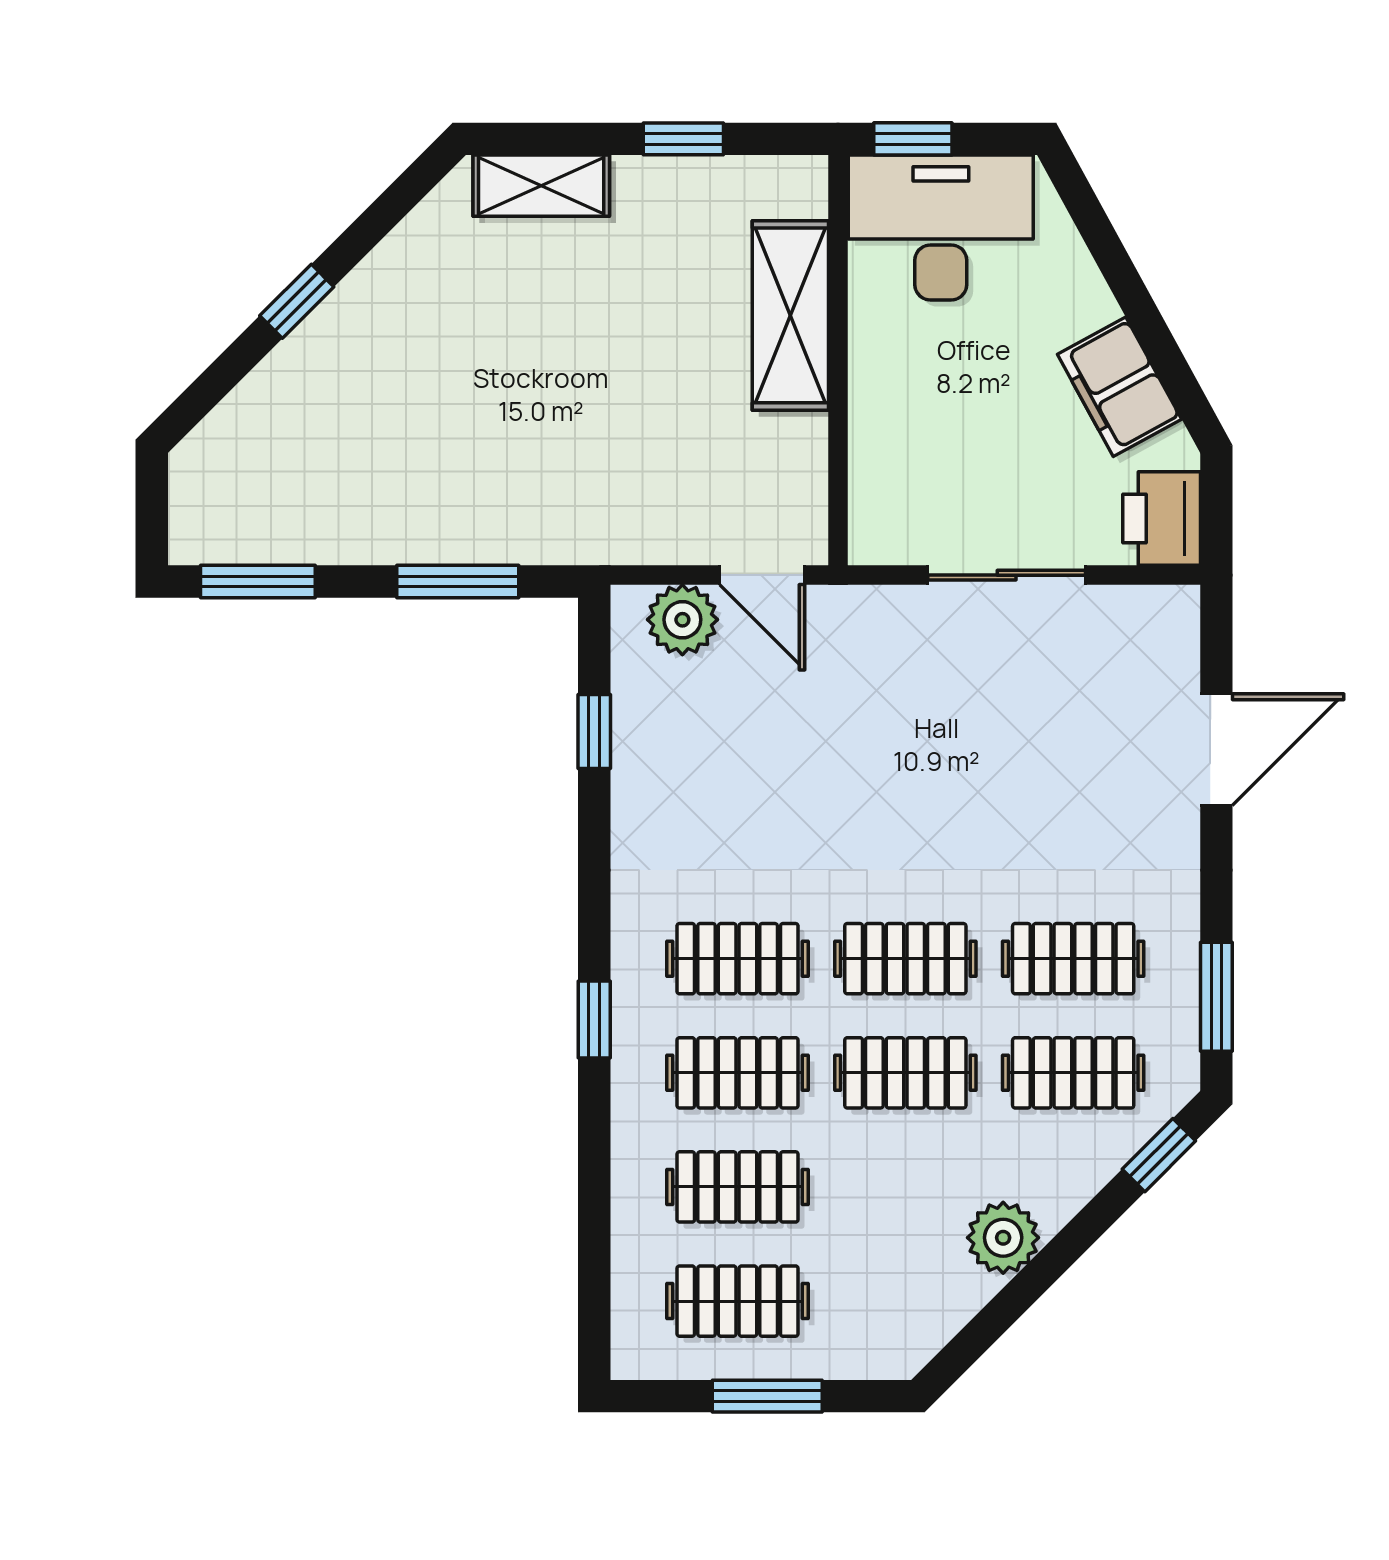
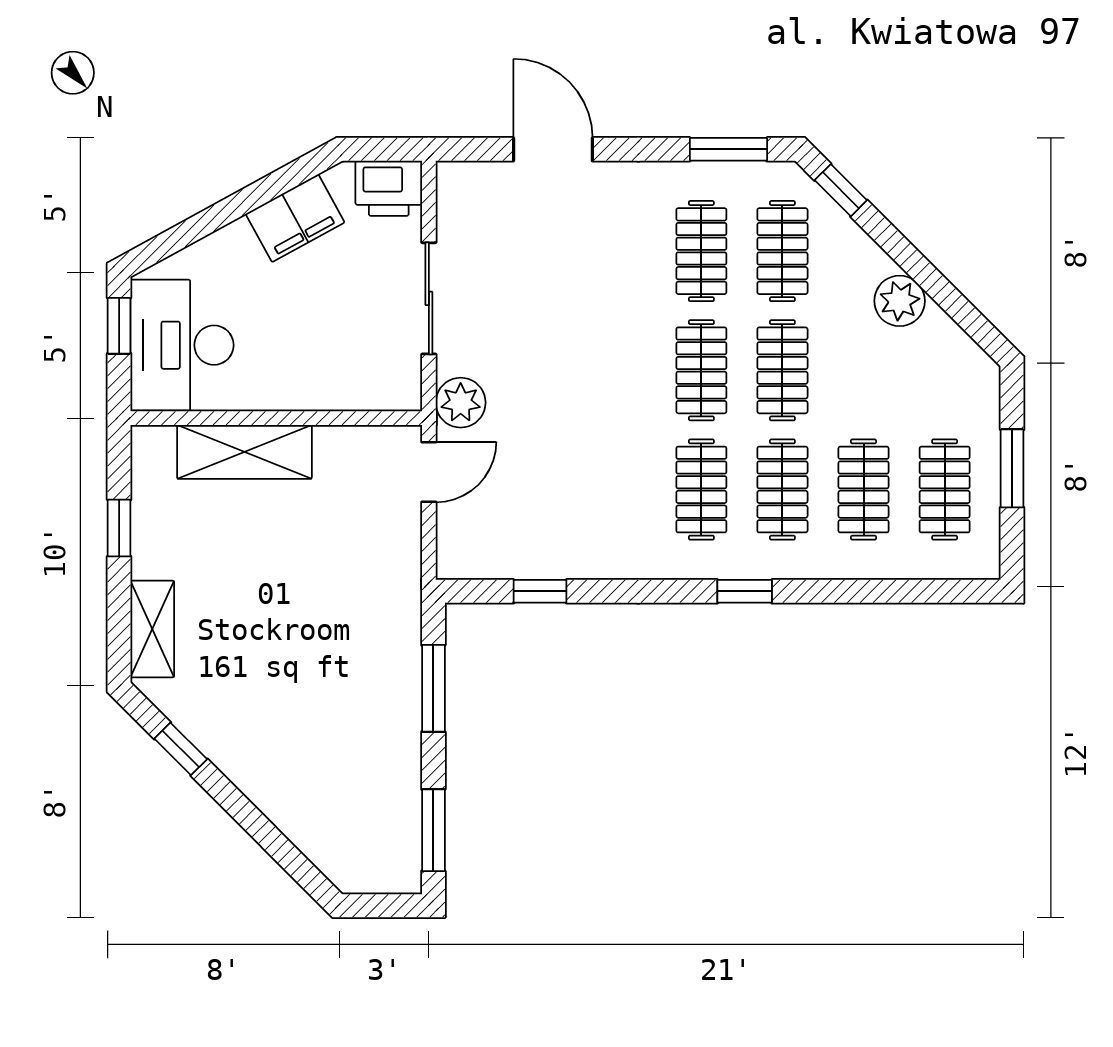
window: (913, 139) -> (119, 326), moved
window: (297, 301) -> (181, 749), moved
plant: (682, 620) -> (461, 403), moved

